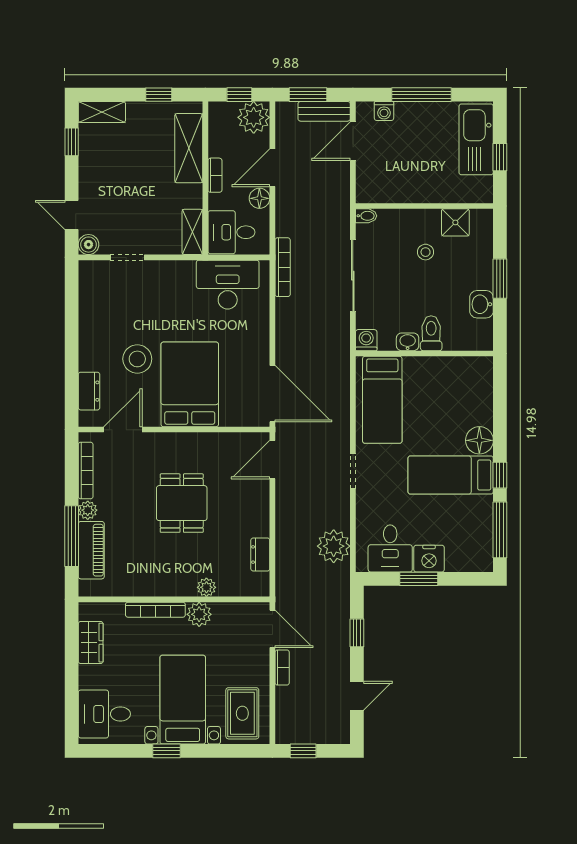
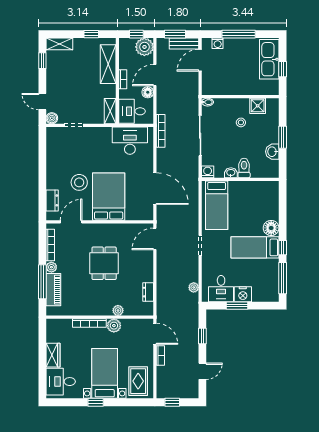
door: (272, 394) -> (155, 189), moved
plant: (334, 546) -> (194, 287), width x0.53, depth x0.53
wardrobe: (91, 643) -> (53, 355), moved

